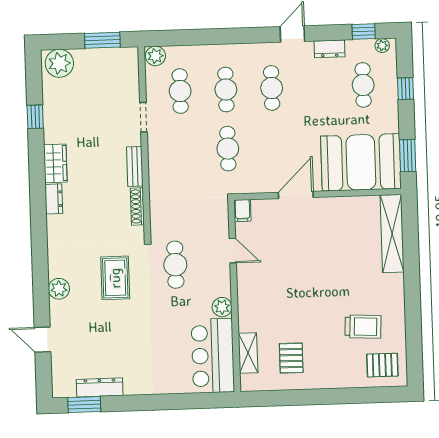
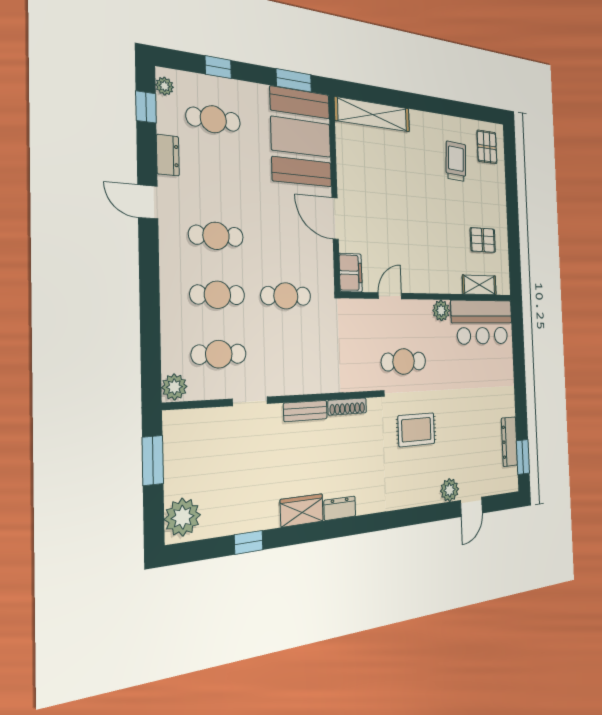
filing cabinet: (242, 210) -> (351, 273), width x2.00
plant: (59, 289) -> (450, 490), moved

